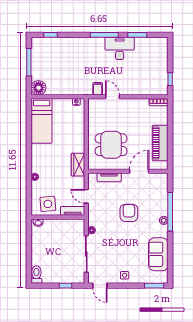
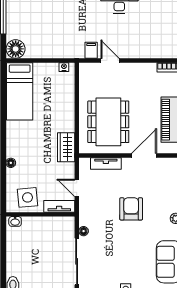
dining table: (111, 145) -> (108, 122), width x1.38

